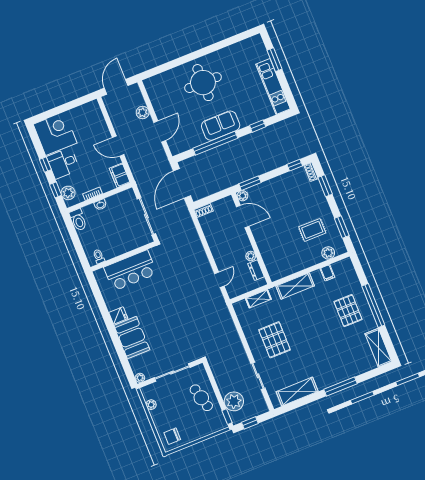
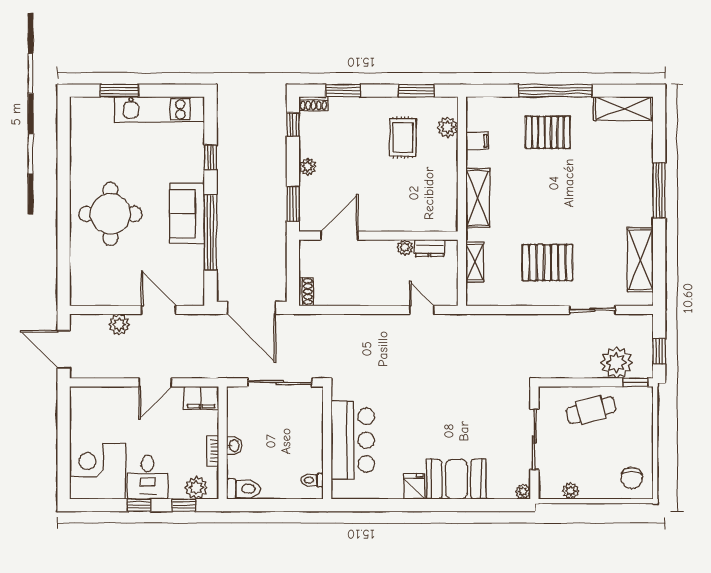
plant: (243, 196) -> (308, 167), moved

